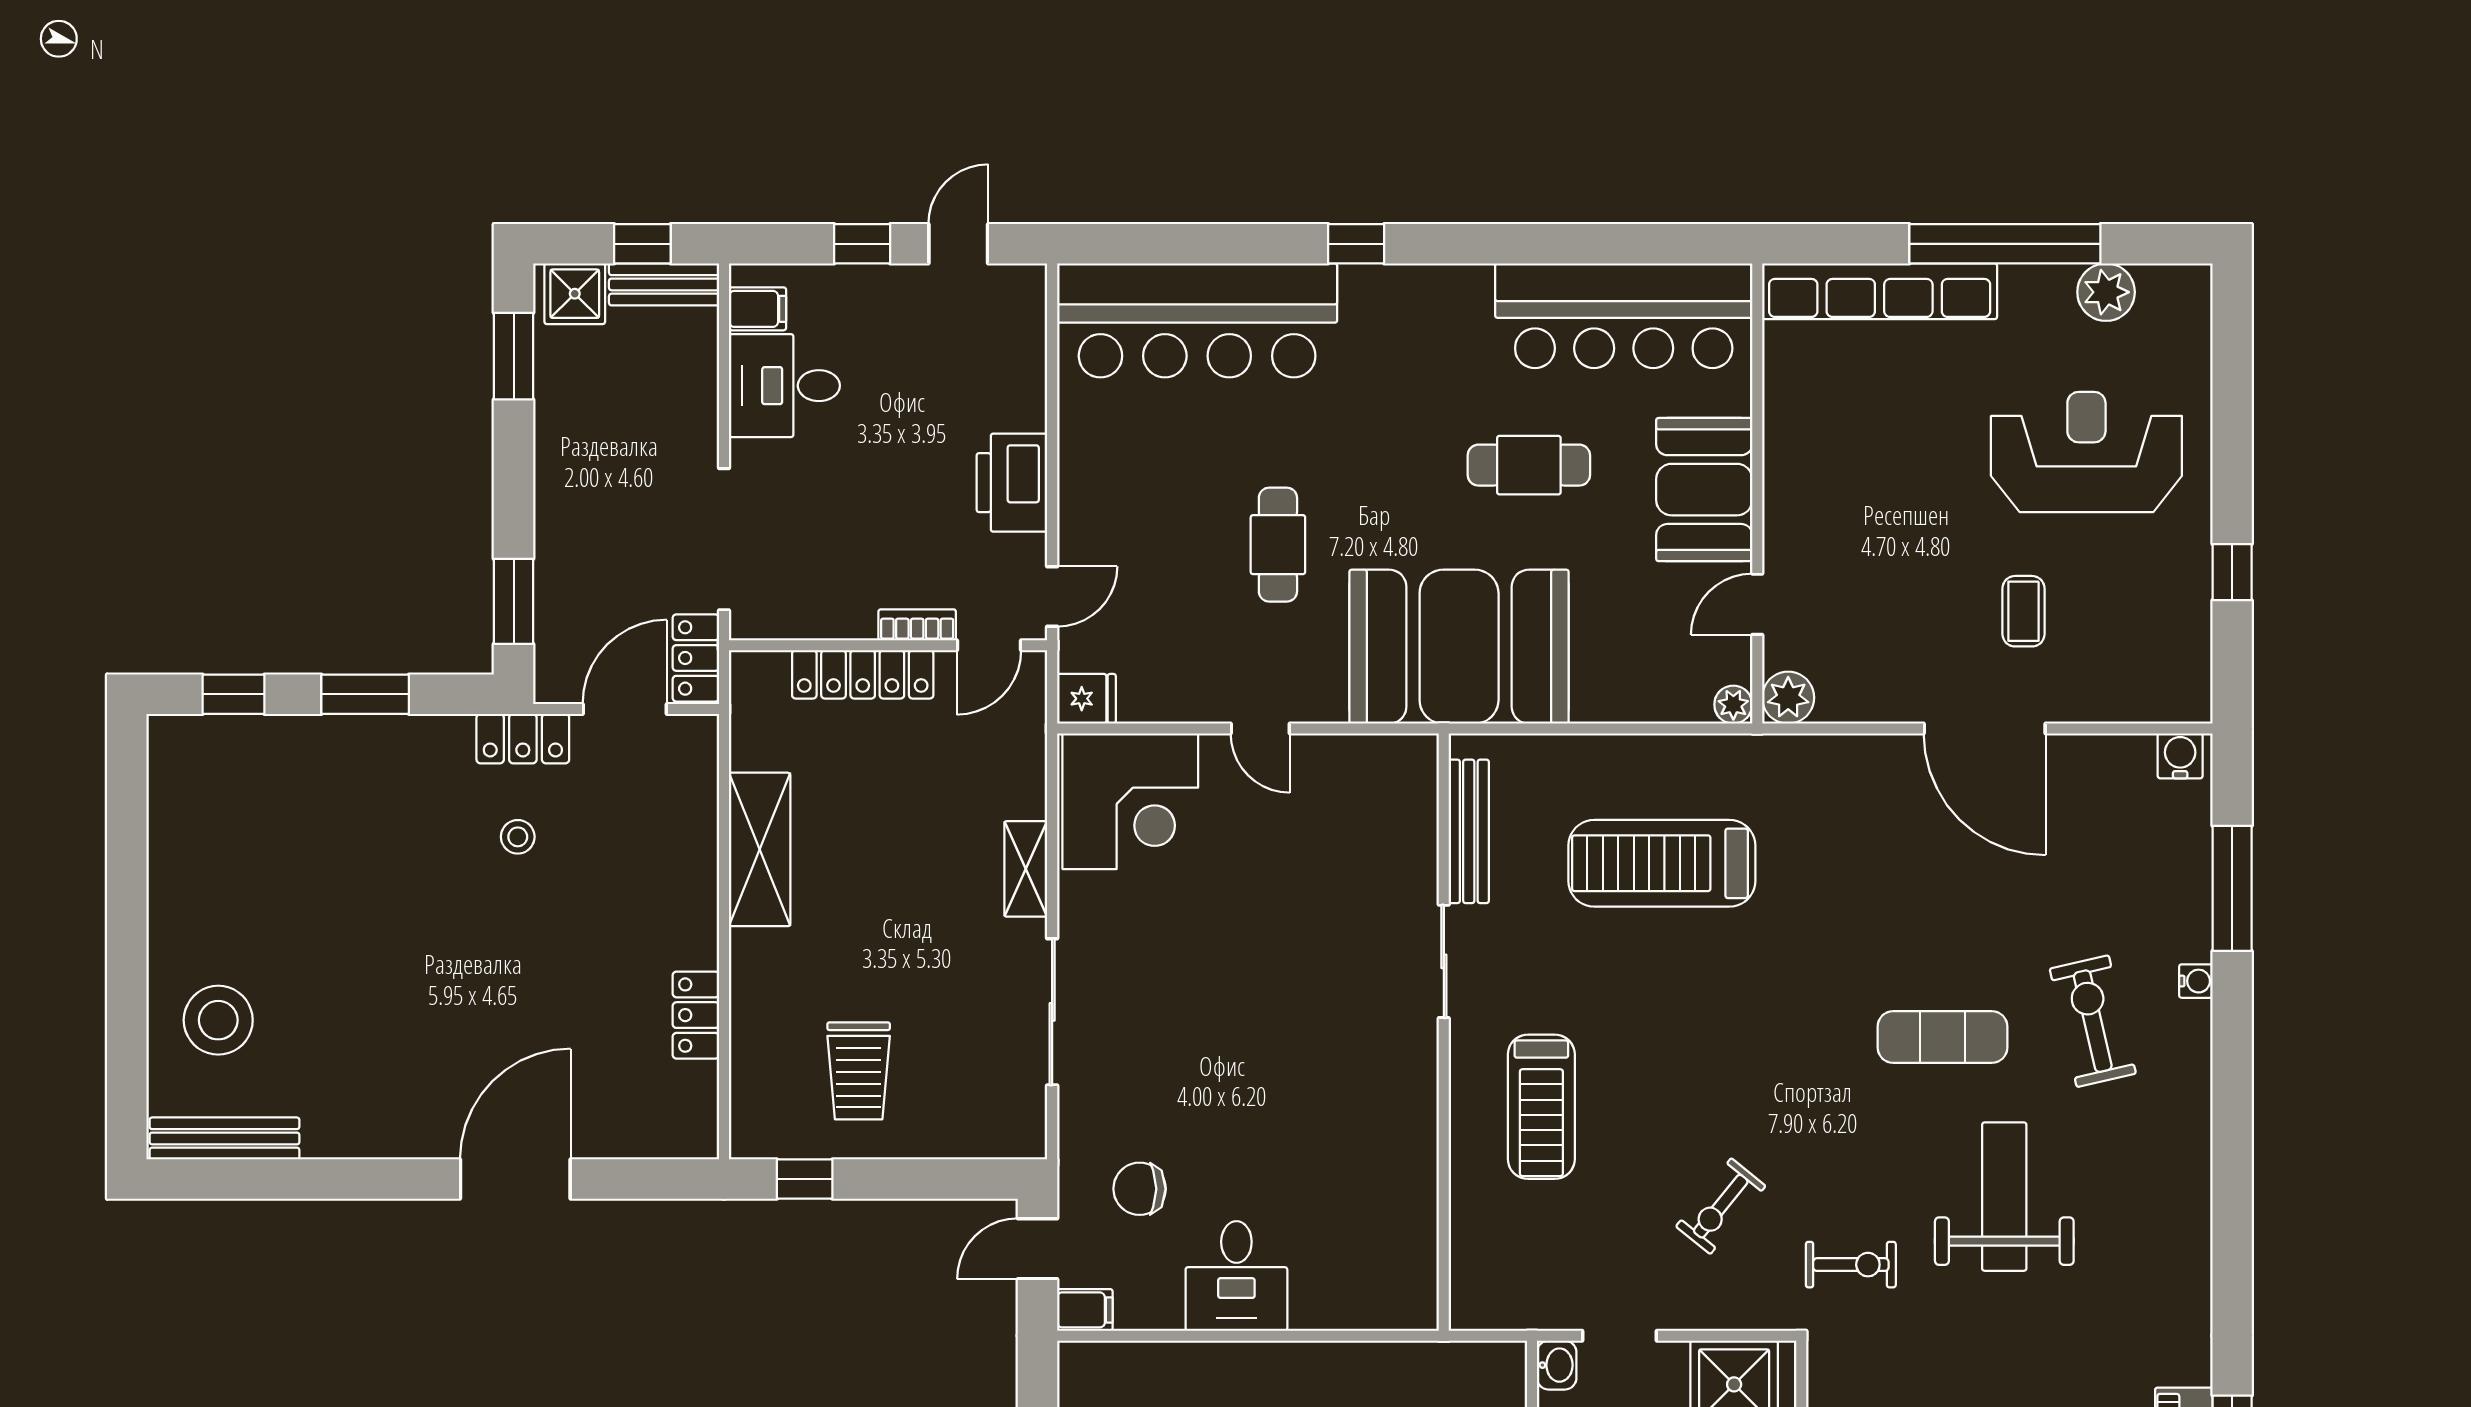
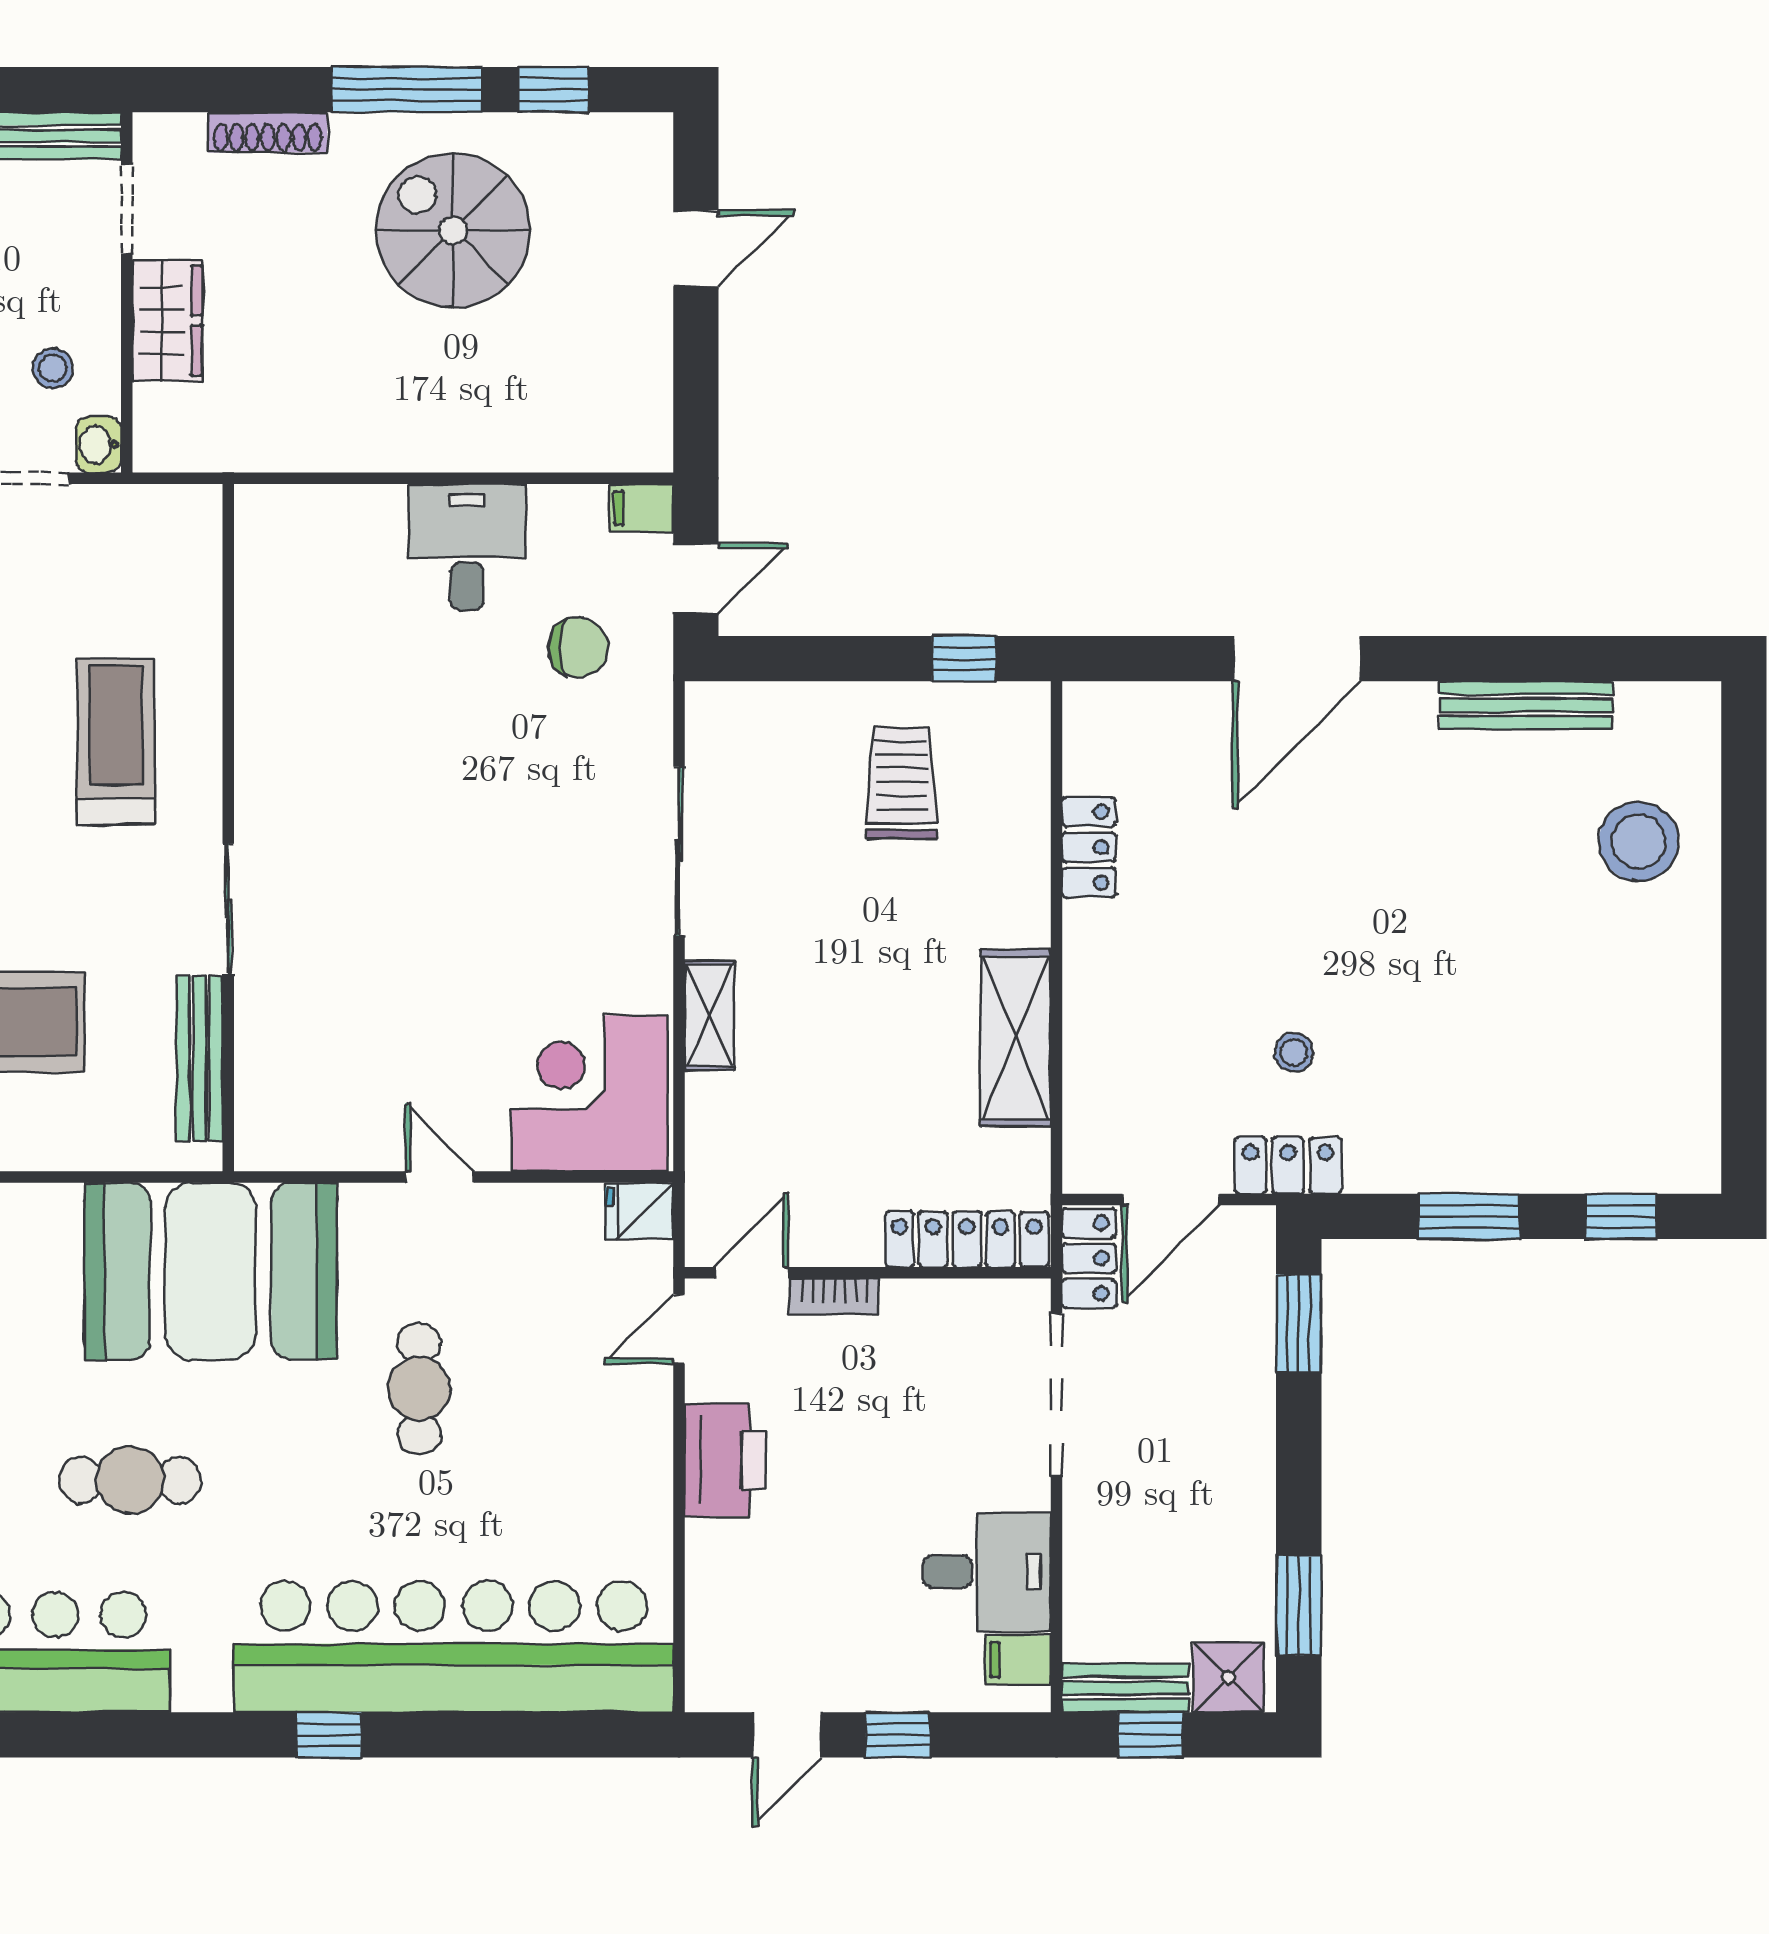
bar counter: (1197, 320) -> (454, 1647), width x1.36
locker: (863, 674) -> (967, 1239), moved
bench: (224, 1138) -> (1526, 705), moved

